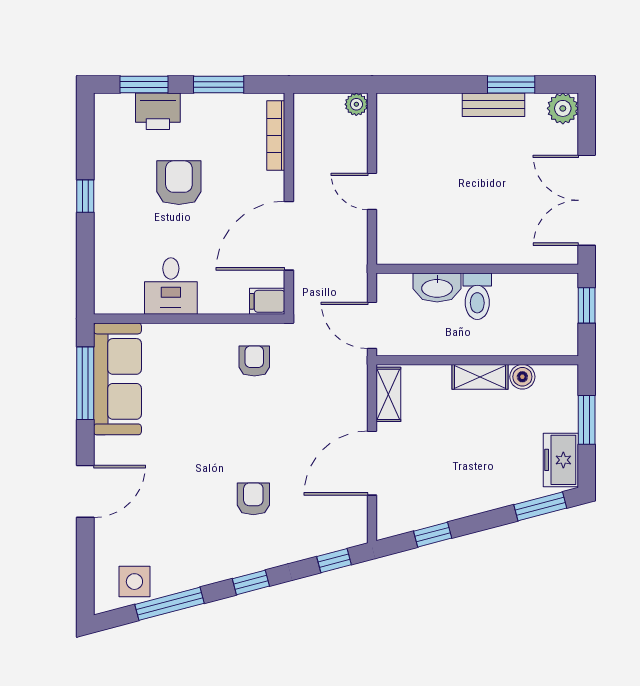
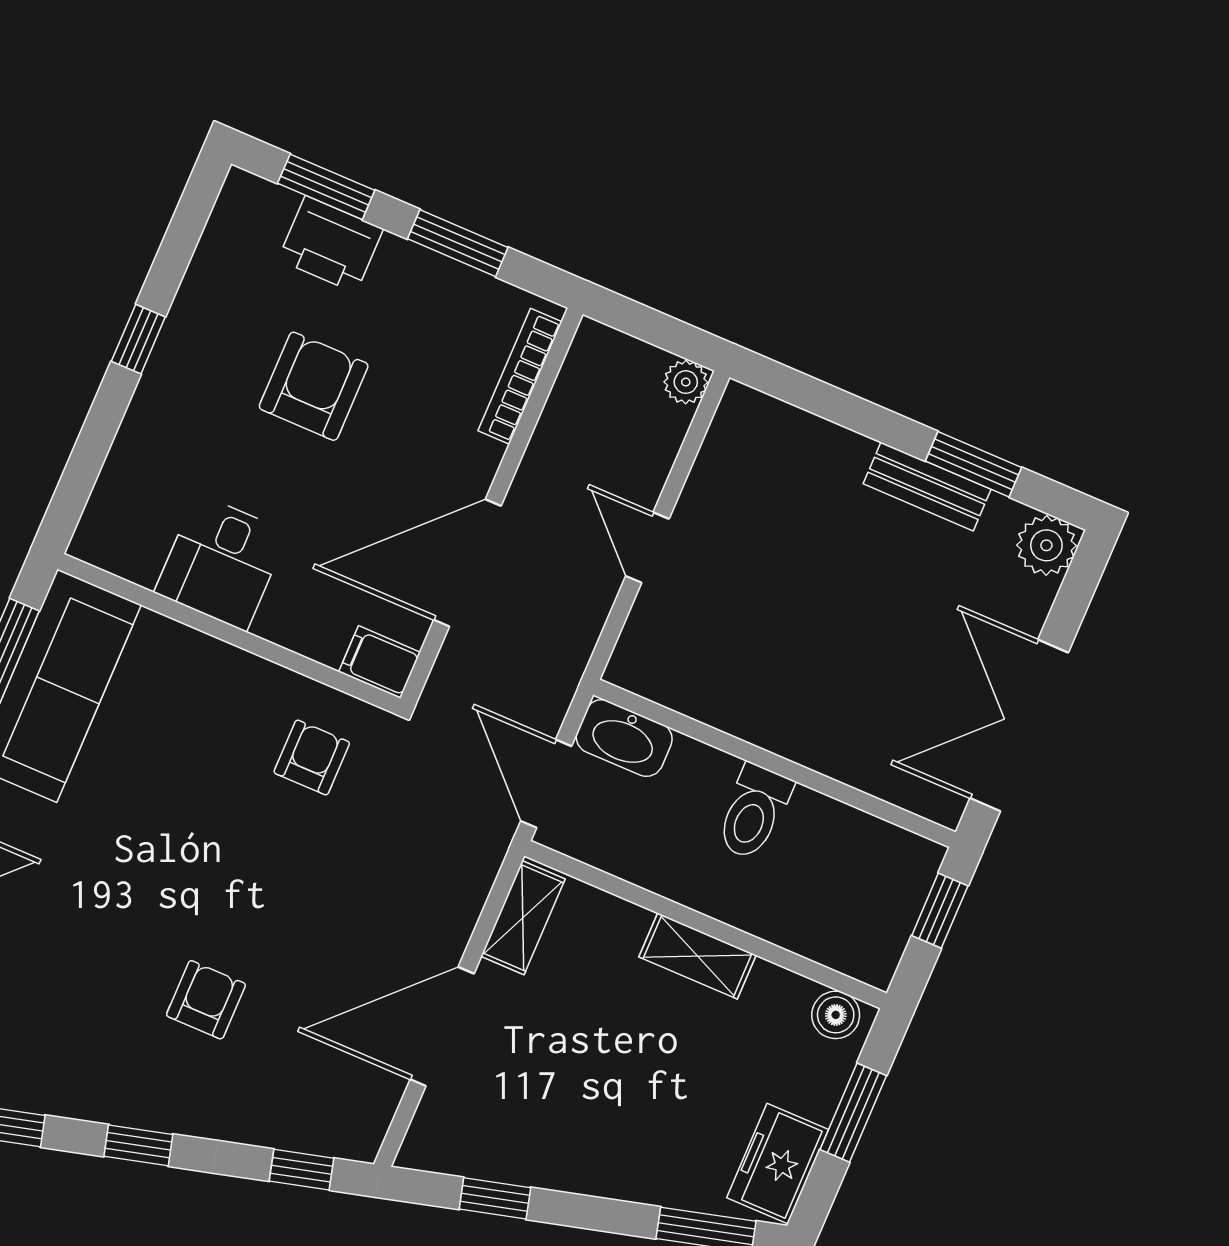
washbasin: (437, 287) -> (624, 738), moved
boiler: (522, 377) -> (836, 1015), moved

